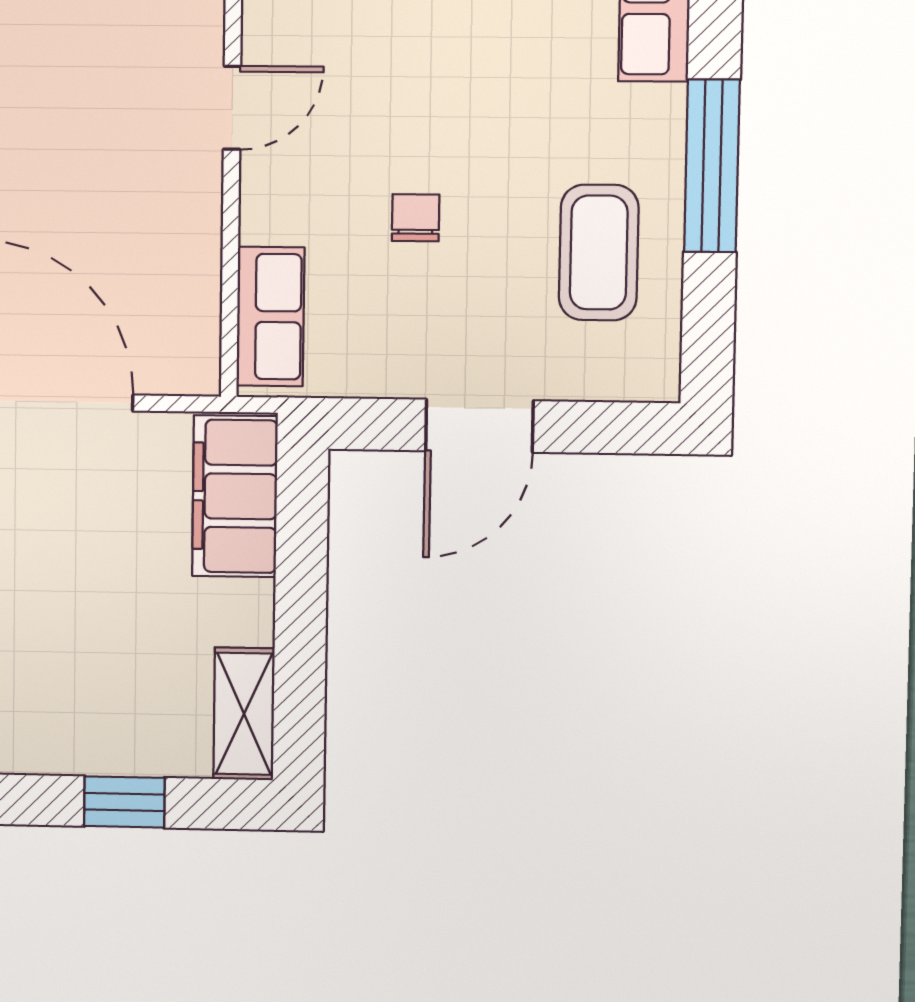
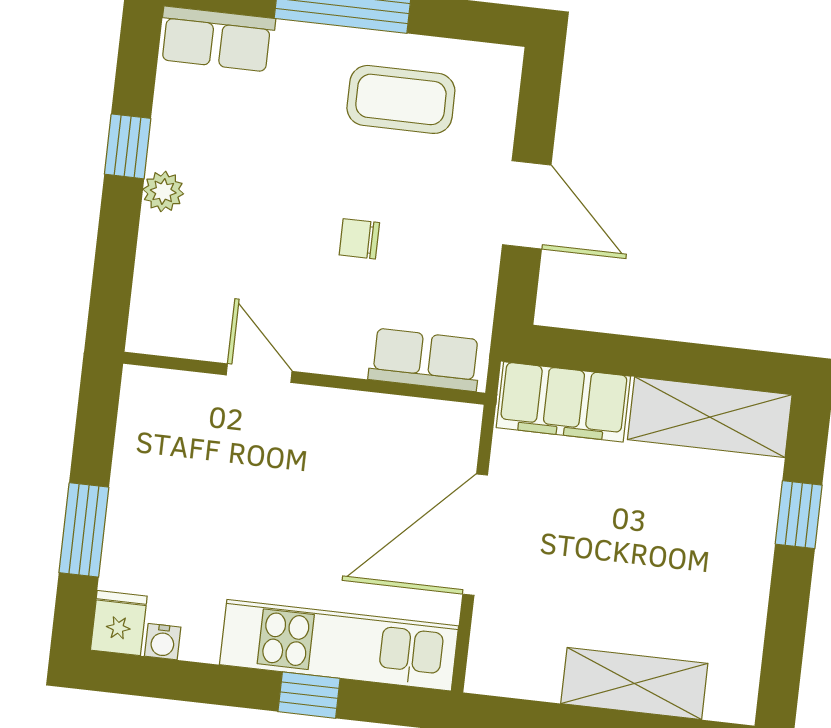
shelving: (244, 714) -> (710, 417), width x1.50, depth x1.33

